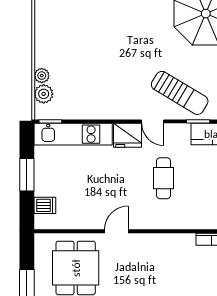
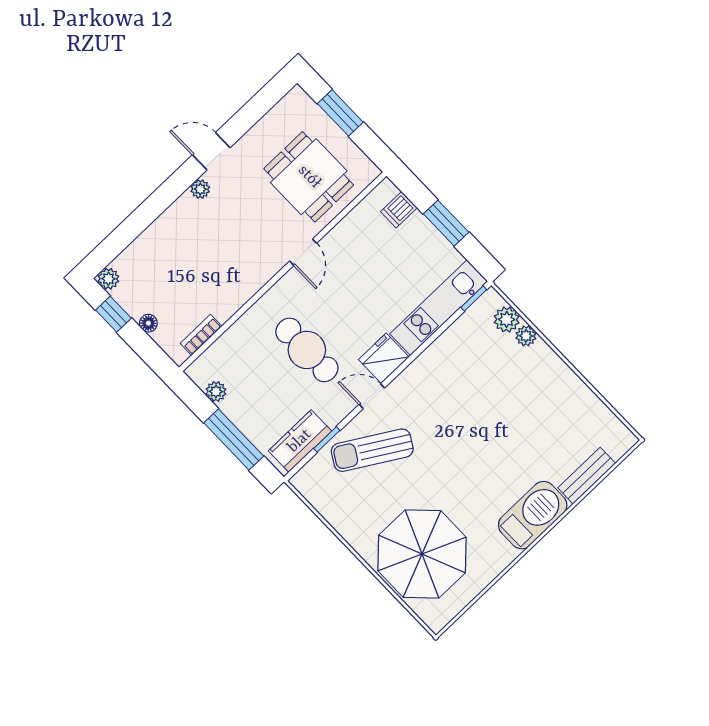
cafe table: (164, 178) -> (307, 350), width x1.37, depth x1.35

